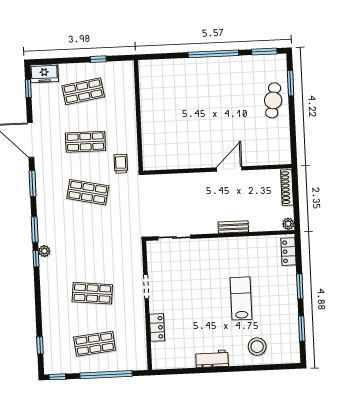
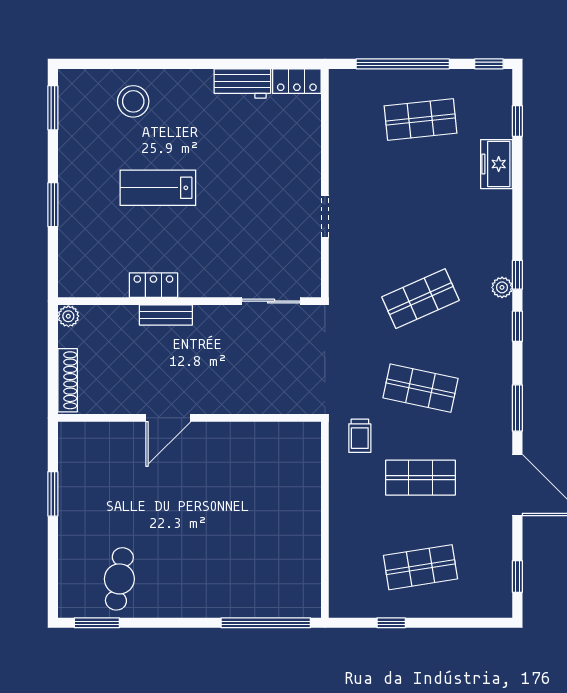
window: (213, 54) -> (266, 623), moved
freezer: (44, 73) -> (496, 164), moved, turned -90
window: (291, 83) -> (53, 494), moved
cafe table: (273, 100) -> (119, 579), moved
window: (35, 230) -> (517, 326), width x0.67
locker: (288, 252) -> (153, 285), moved, turned -90
shop shelf: (92, 293) -> (420, 299), moved, turned -30
lab bench: (241, 298) -> (158, 188), turned 90
locker: (157, 327) -> (297, 81), moved, turned -90
window: (302, 328) -> (53, 108), moved
workbench: (212, 359) -> (242, 83), moved

